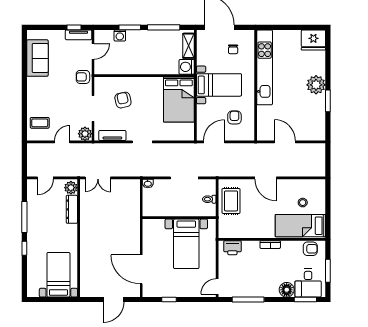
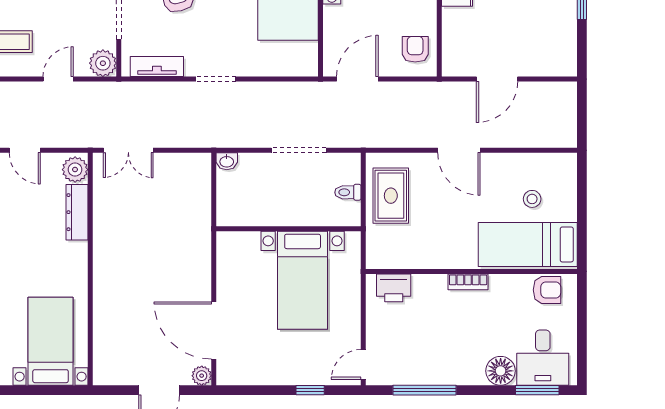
armchair: (234, 117) -> (415, 49), moved
door: (285, 142) -> (497, 79), swing flipped
door: (45, 178) -> (25, 150), hinge flipped
window: (328, 271) -> (582, 333), removed
plant: (135, 292) -> (202, 376), added
window: (169, 300) -> (310, 390), moved

